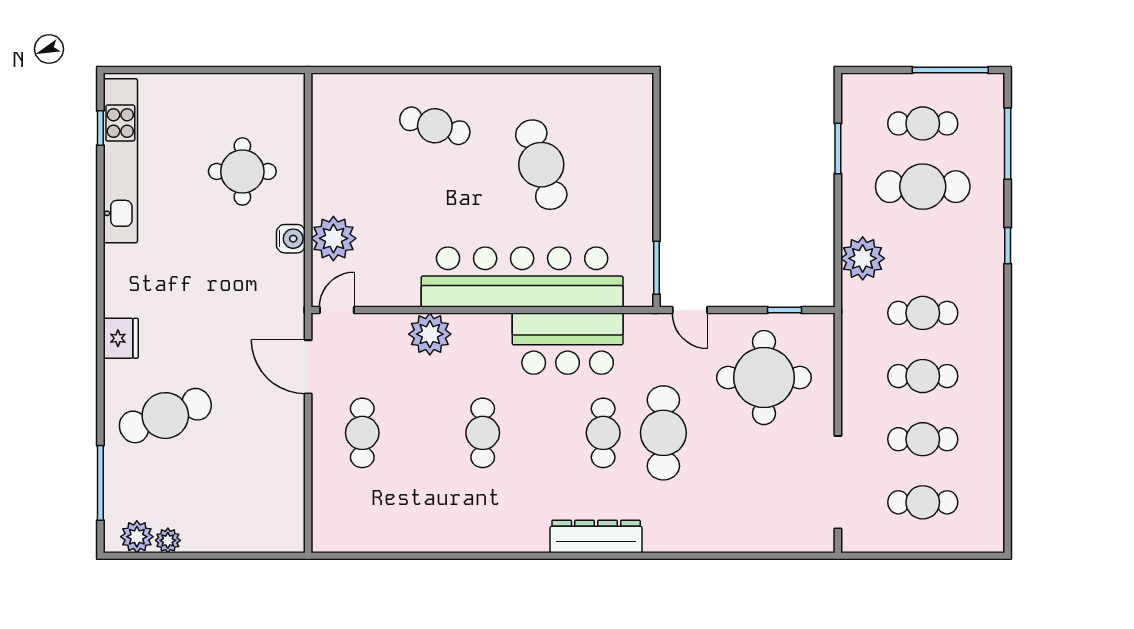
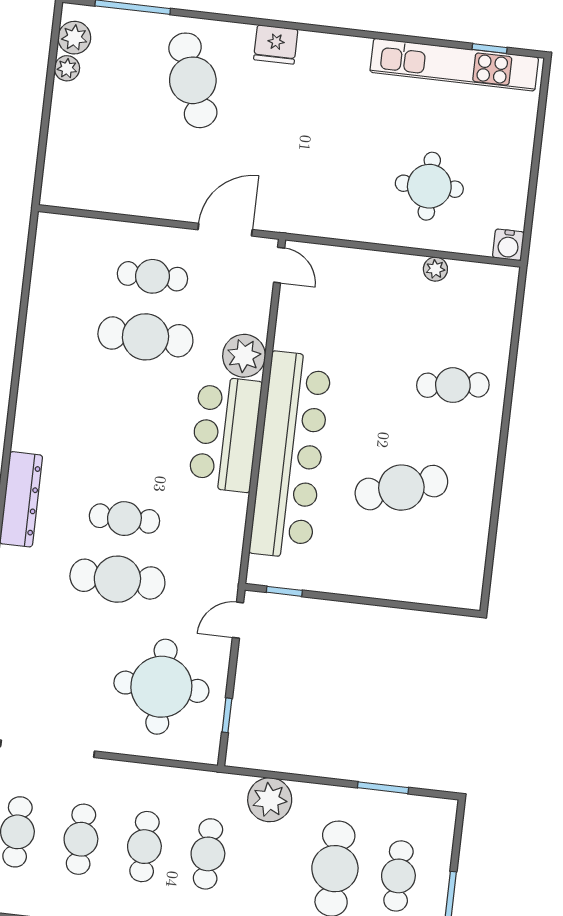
cafe table: (435, 126) -> (453, 385), turned 67
plant: (333, 238) -> (435, 269), moved, width x0.53, depth x0.53
water cooler: (291, 239) -> (508, 245), moved
window: (656, 268) -> (284, 591), width x0.67
bar counter: (568, 344) -> (225, 434), moved
cafe table: (483, 433) -> (145, 337), moved, width x1.37, depth x1.35

